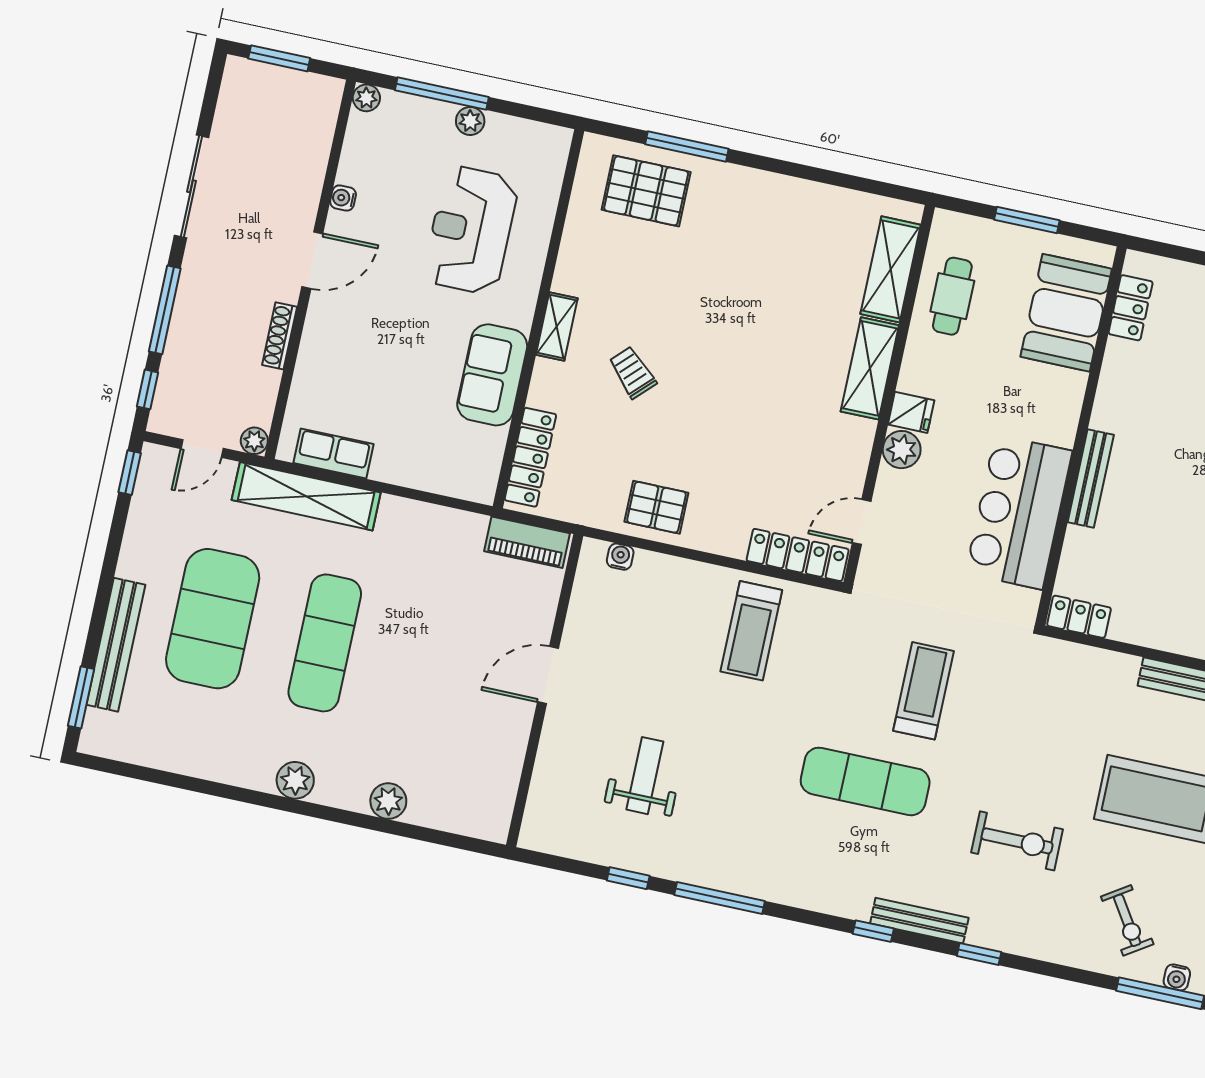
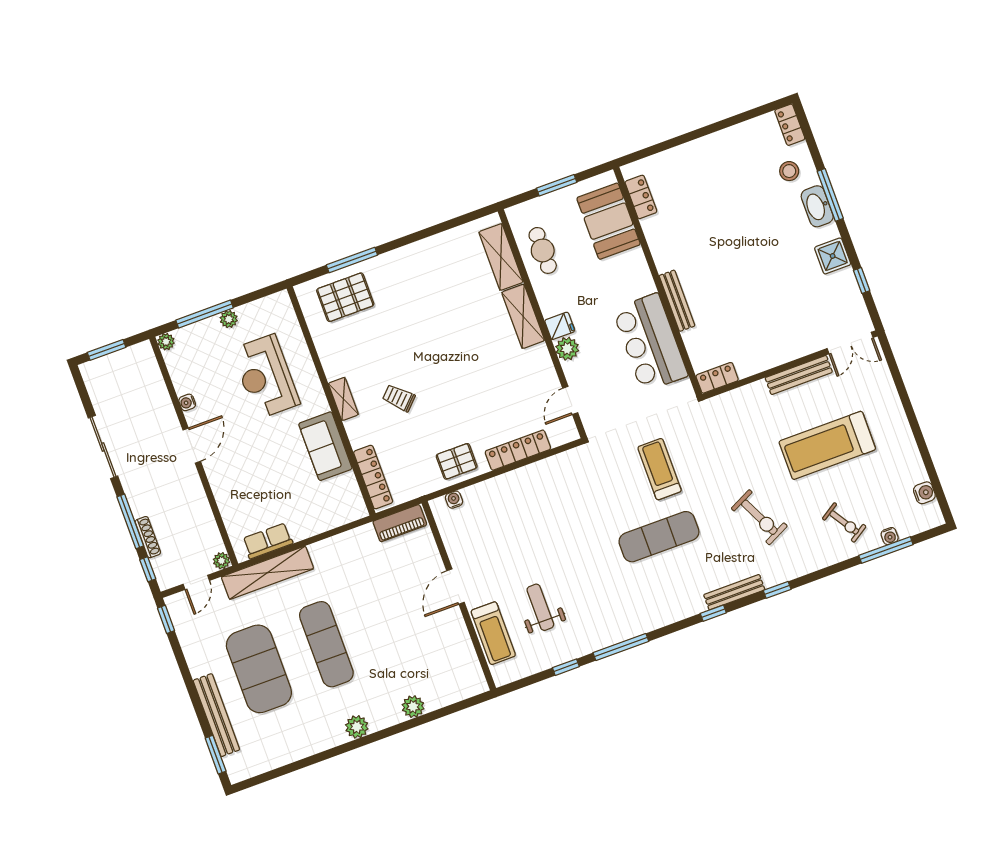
shoe rack: (280, 336) -> (148, 537), moved, turned 180
locker: (798, 555) -> (518, 450), moved
treadmill: (751, 631) -> (493, 633), moved
exercise bike: (1017, 841) -> (759, 517), turned 64

